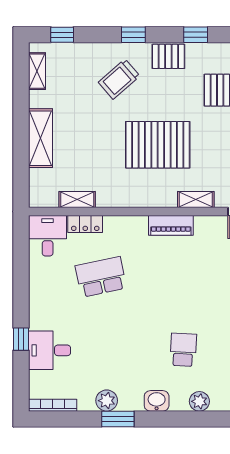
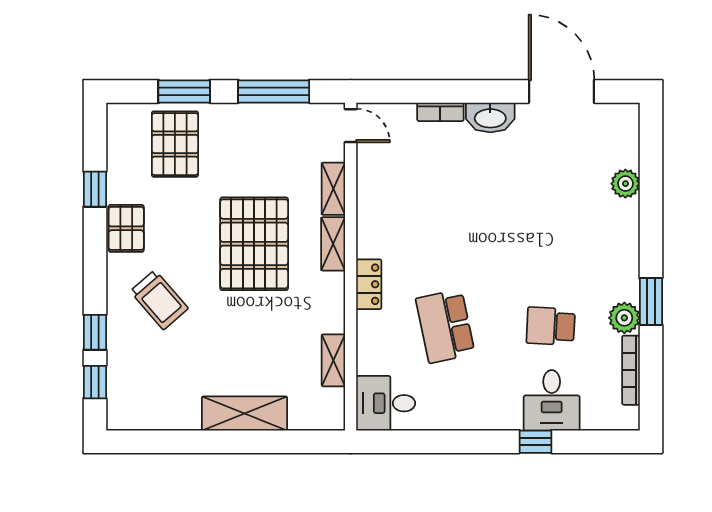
window: (133, 35) -> (95, 332), moved
shelving: (37, 71) -> (333, 244), moved, turned 90
locker: (85, 224) -> (369, 284), moved
piano: (171, 225) -> (371, 225), removed
school desk: (183, 350) -> (551, 326), moved
washbasin: (157, 401) -> (625, 246), removed
bookcase: (53, 405) -> (631, 370), moved

